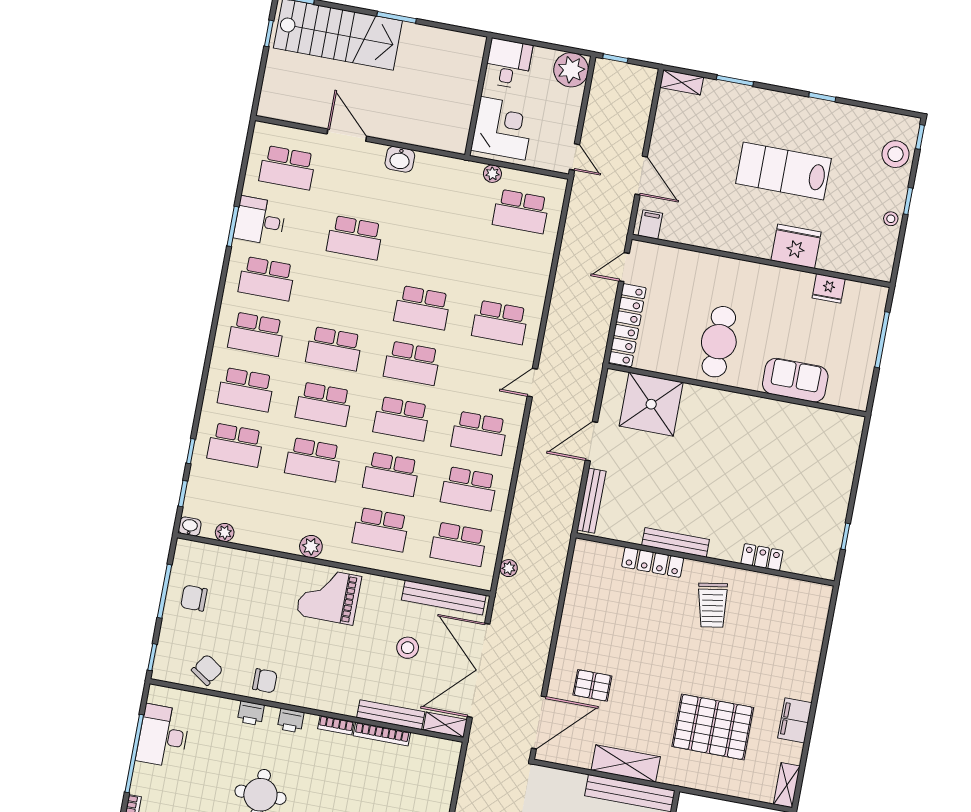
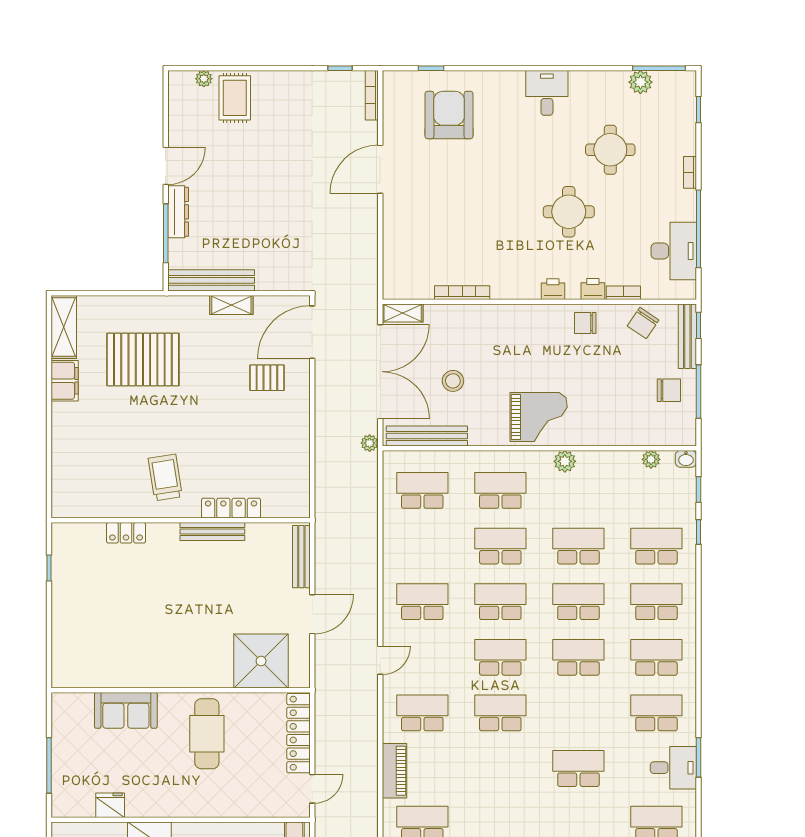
piano: (539, 270) -> (394, 771), added
school desk: (469, 489) -> (422, 546), removed
plant: (509, 568) -> (370, 443), moved
bench: (391, 715) -> (687, 336), moved, turned 90
bookcase: (336, 725) -> (623, 293), moved
shelving: (626, 764) -> (231, 305), width x0.67, depth x0.75
shelving: (787, 785) -> (64, 327), width x1.50, depth x1.33

